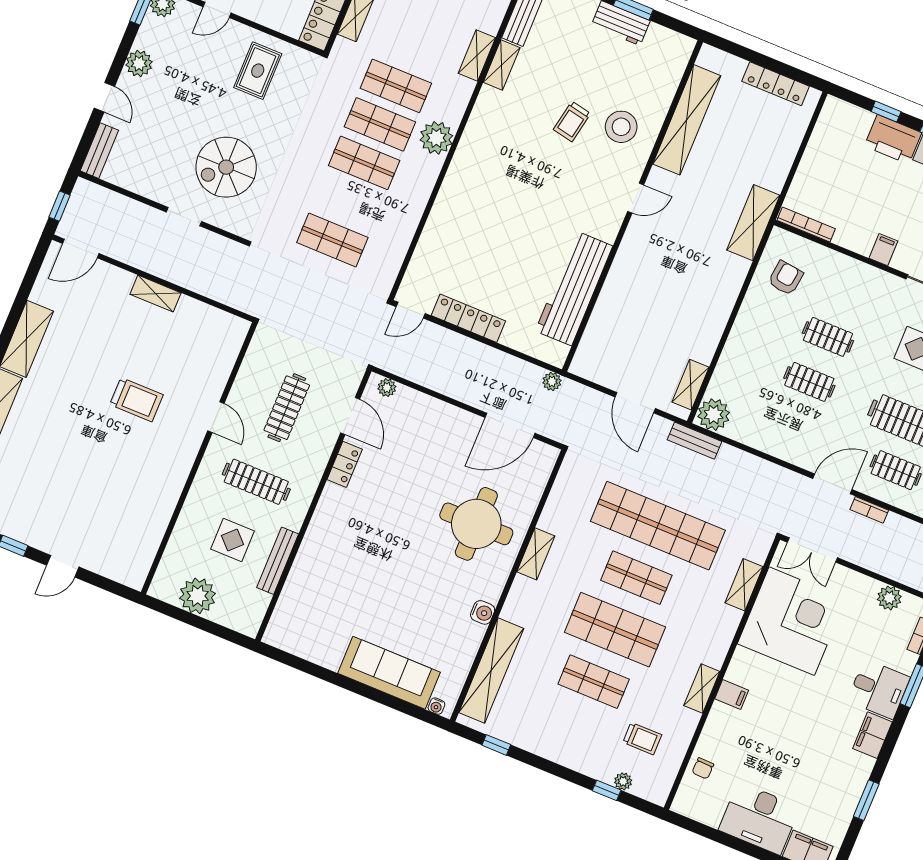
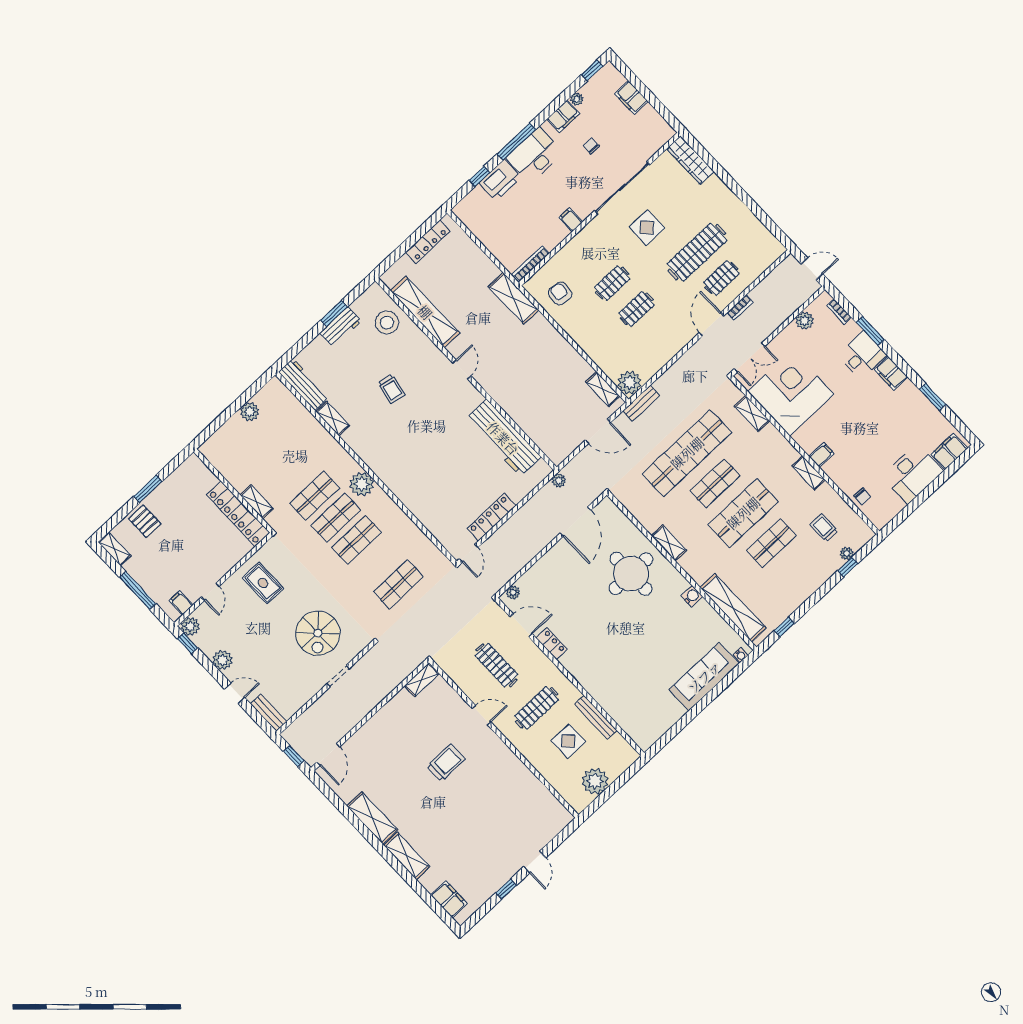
shelving: (477, 56) -> (319, 432), removed
stool: (621, 127) -> (387, 323), moved
shelving: (155, 294) -> (422, 680), moved
trolley: (642, 739) -> (824, 528), turned -90

